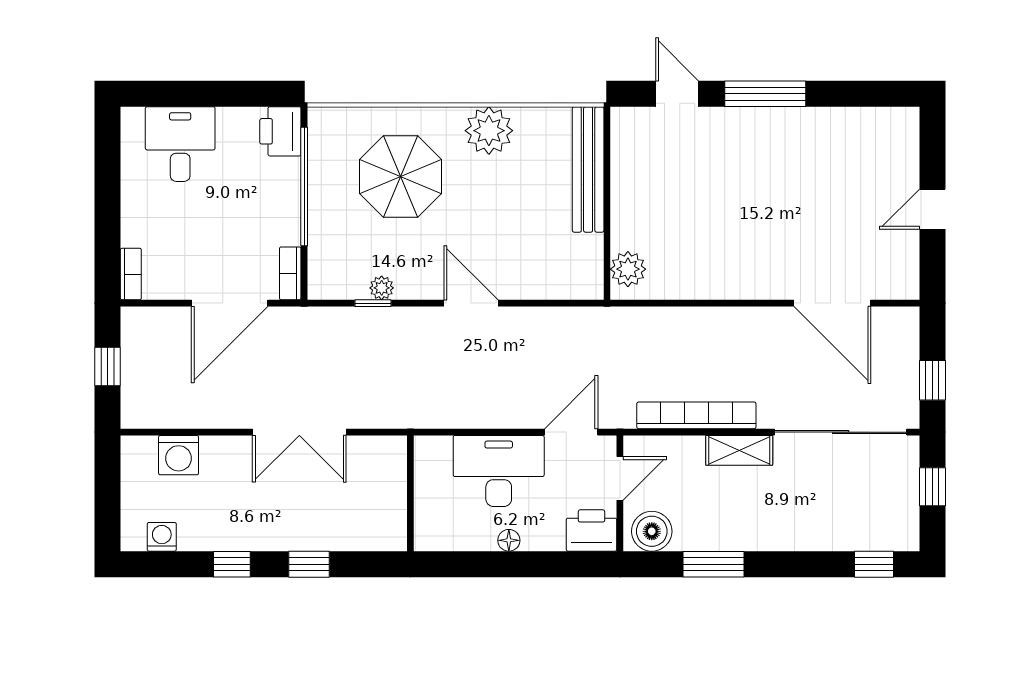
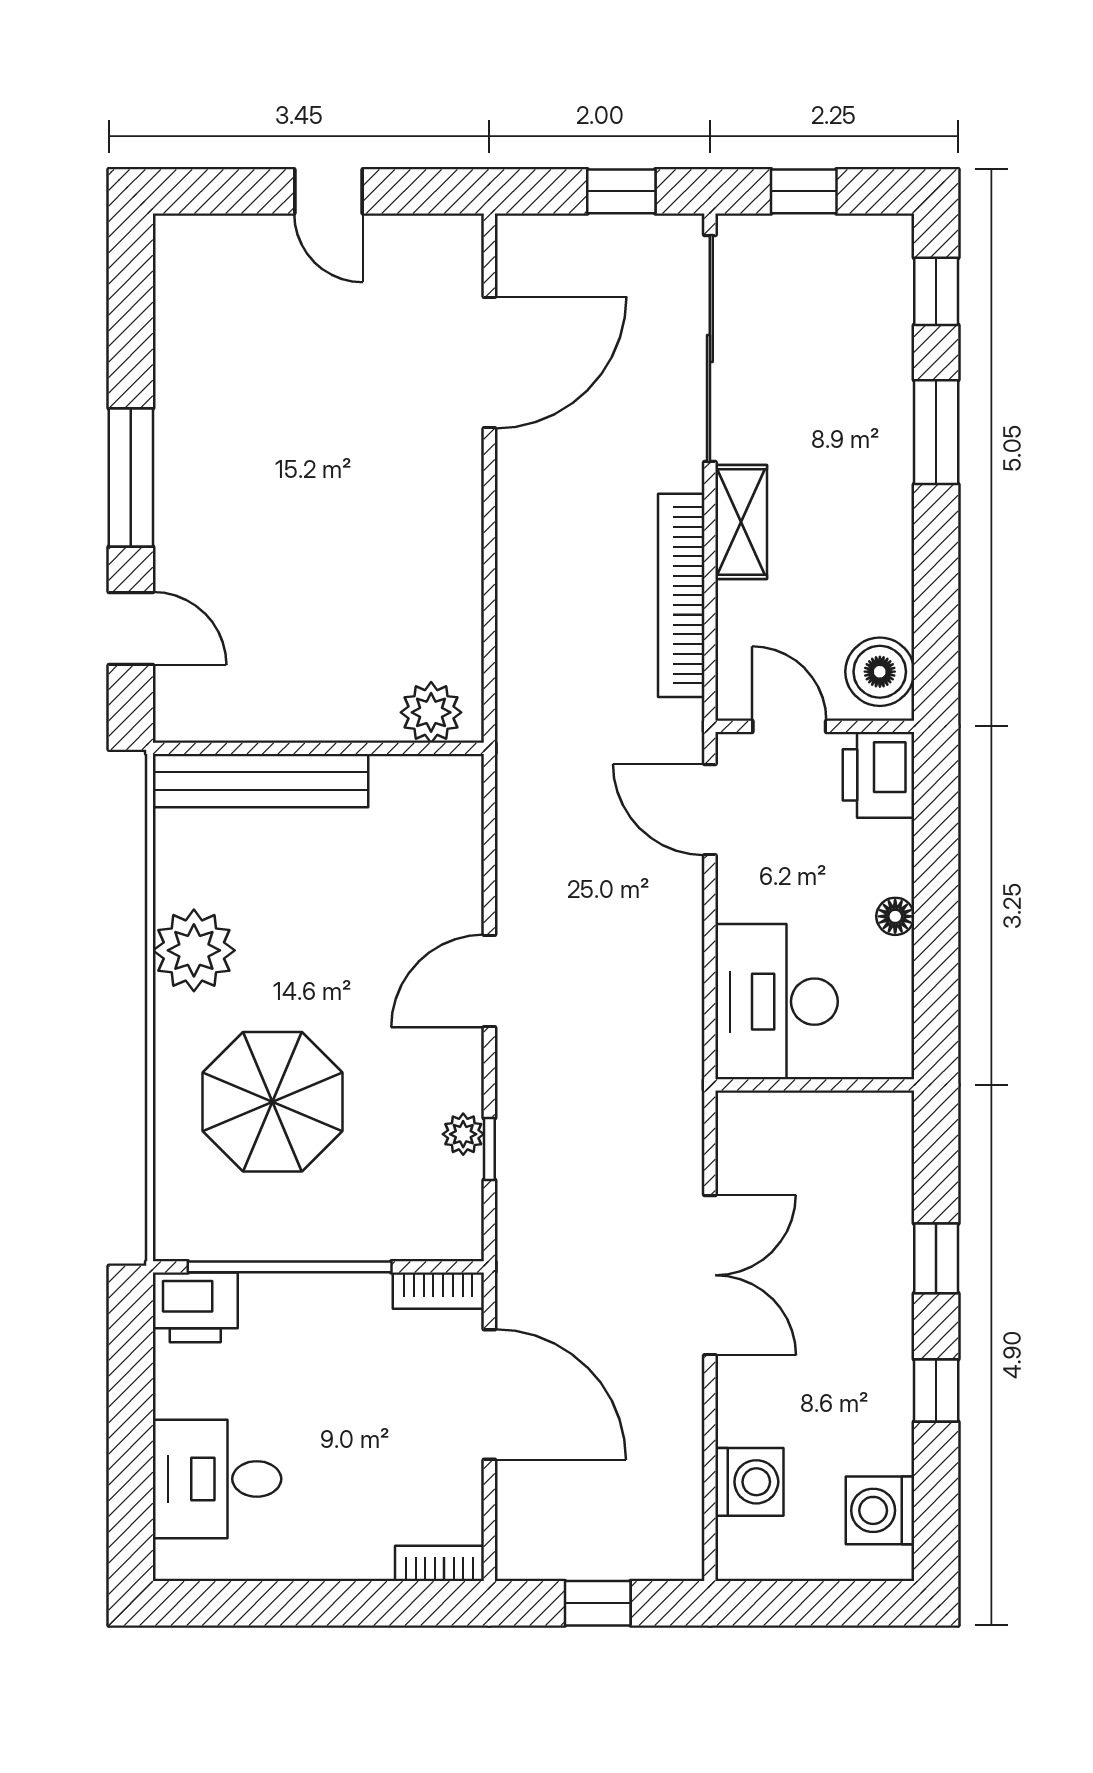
door: (677, 94) -> (131, 628), swing flipped
desk: (499, 471) -> (777, 1002), moved
washing machine: (162, 537) -> (880, 1510), width x1.38, depth x1.38
window: (713, 564) -> (936, 432), moved

